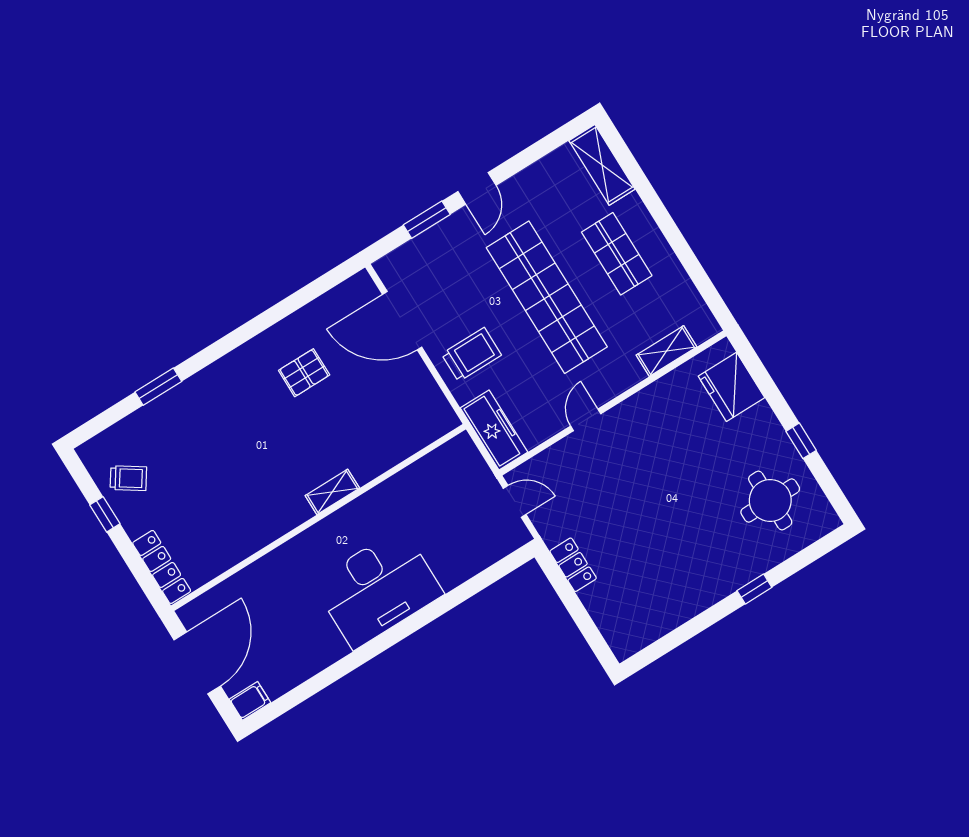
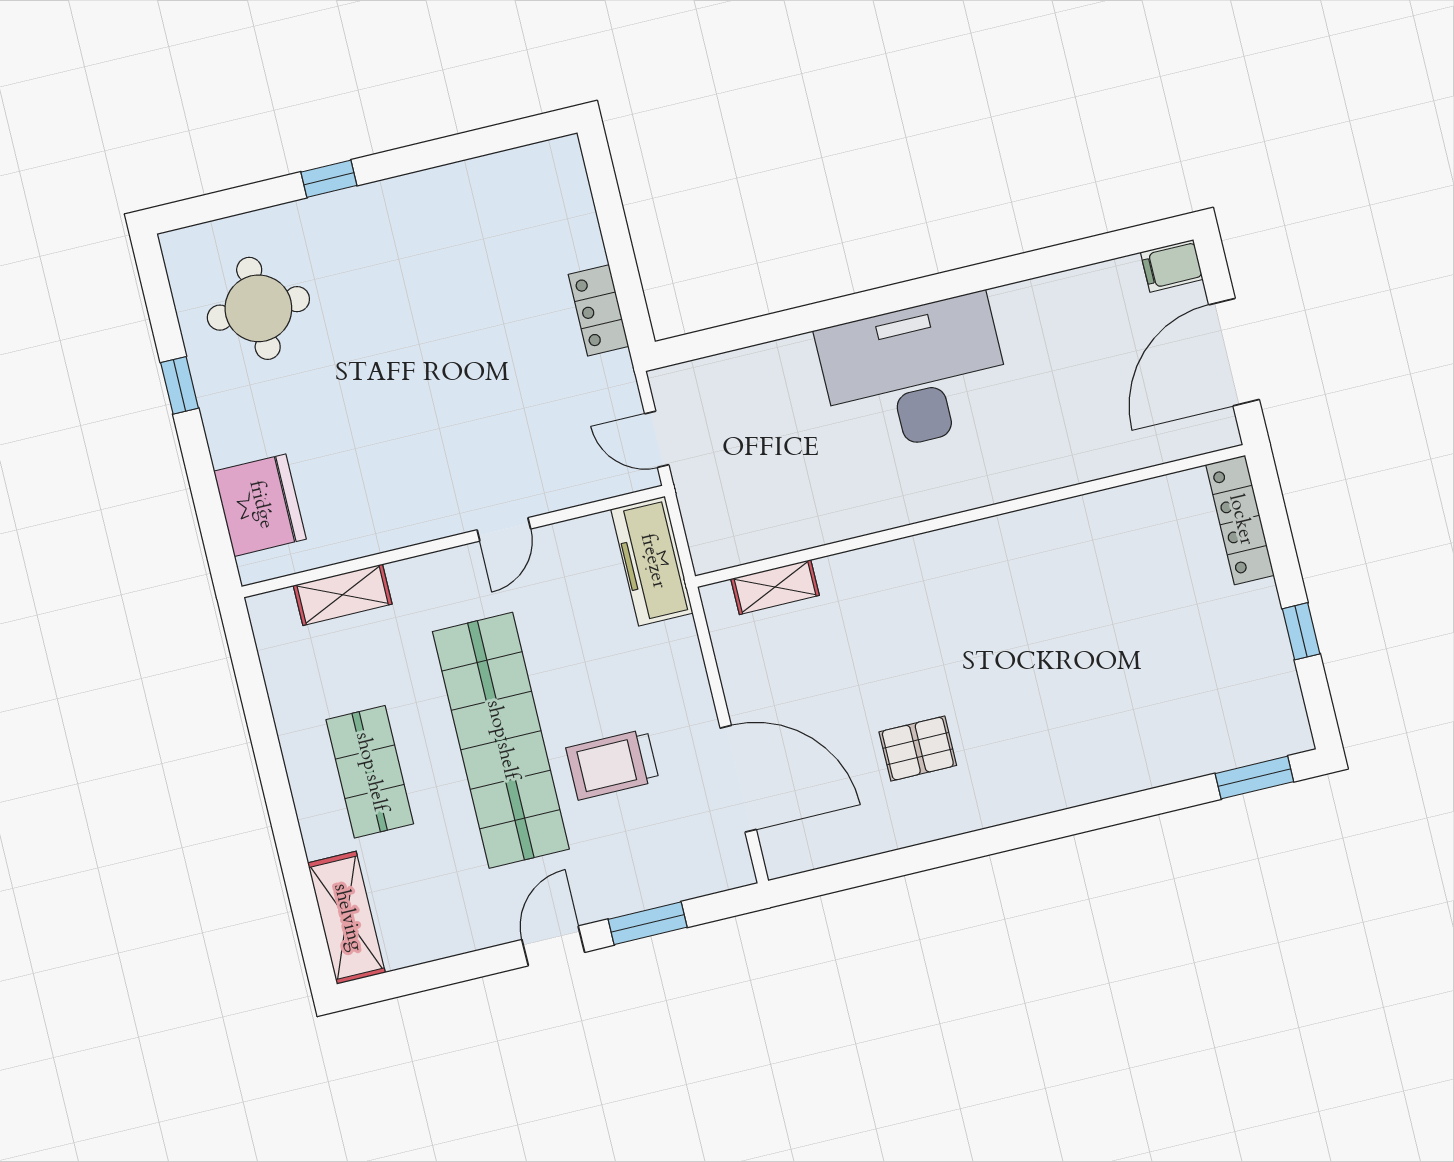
trolley: (471, 355) -> (612, 764), moved
window: (158, 387) -> (1254, 778), moved
trolley: (128, 478) -> (1246, 675), removed
shelving: (332, 492) -> (775, 587), moved

